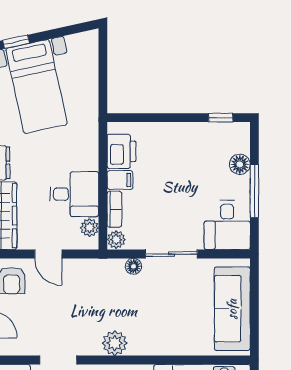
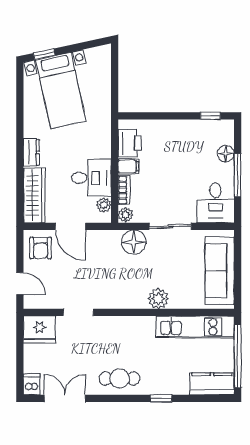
door: (48, 254) -> (70, 226), width x1.38
floor lamp: (133, 266) -> (134, 242), width x1.89, depth x1.89
plant: (115, 343) -> (158, 299), moved

